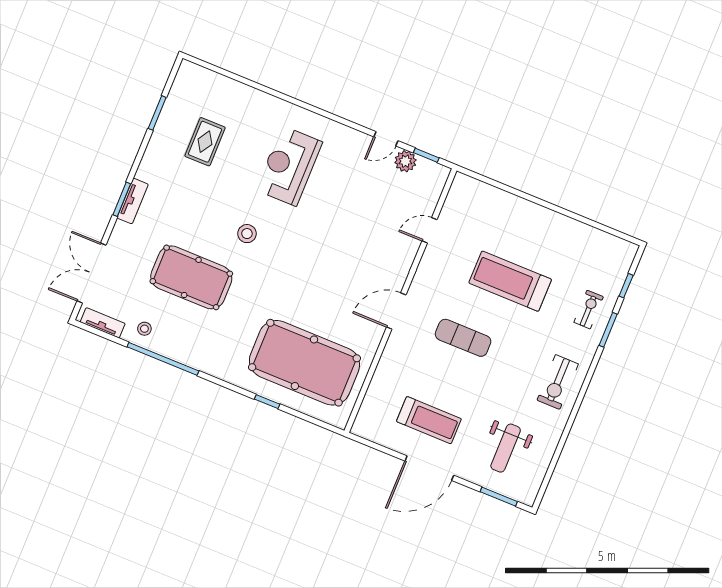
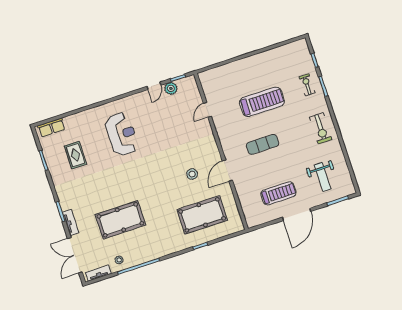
row of seats: (204, 78) -> (51, 127), added
reception desk: (289, 166) -> (122, 134), turned 180
tv unit: (133, 201) -> (71, 223), moved
stool: (247, 234) -> (192, 174), moved
treadmill: (510, 281) -> (262, 102), turned 180
door: (396, 311) -> (227, 171), moved
pool table: (304, 363) -> (202, 215), width x0.73, depth x0.76

